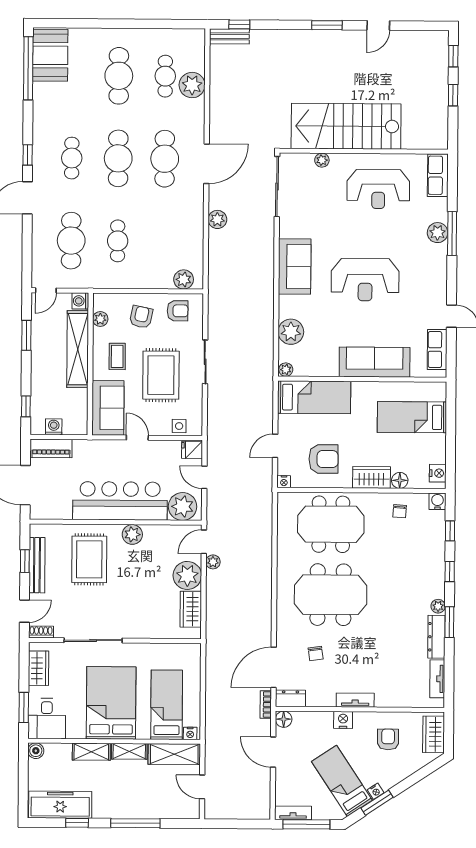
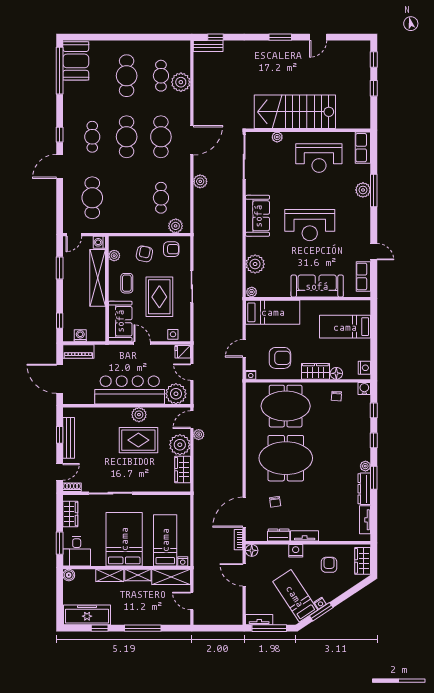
cafe table: (118, 241) -> (161, 198), moved
rug: (89, 559) -> (138, 440), moved, turned 90
dresser: (290, 698) -> (279, 535), moved

